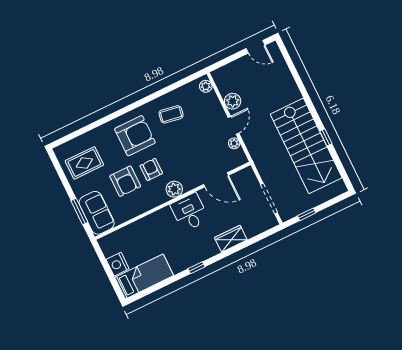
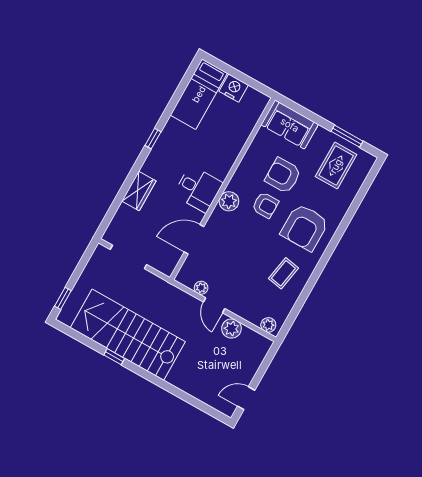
window: (79, 212) -> (347, 136), moved
window: (307, 214) -> (63, 298), moved

